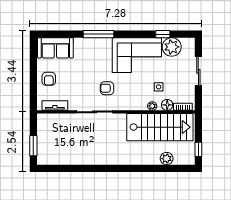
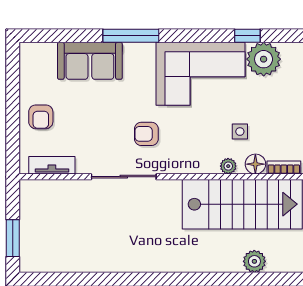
sofa: (55, 48) -> (90, 61), moved

